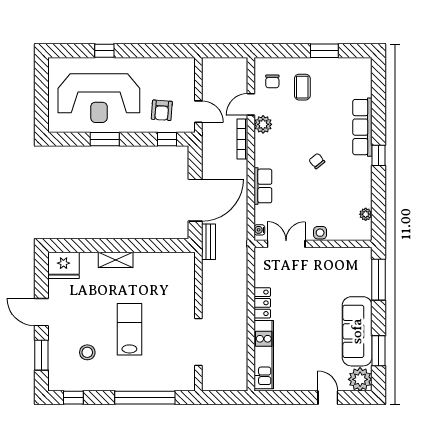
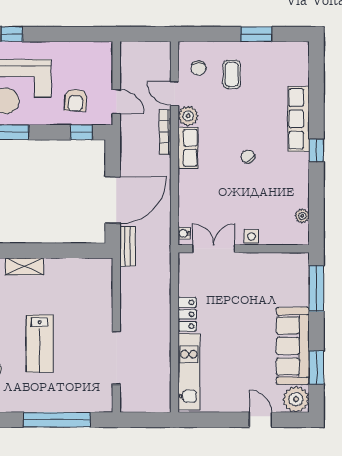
door: (251, 104) -> (175, 94), hinge flipped
row of seats: (263, 186) -> (188, 148), moved
lab bench: (129, 329) -> (40, 344), turned 180

